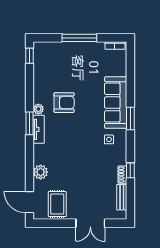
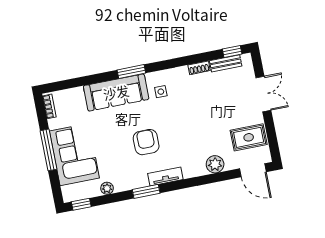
corner sofa: (71, 58) -> (74, 155), added
armchair: (64, 103) -> (146, 142), moved
plant: (38, 109) -> (107, 188), moved
window: (29, 123) -> (146, 191), moved
window: (130, 170) -> (232, 52), moved
door: (29, 202) -> (253, 170), hinge flipped

